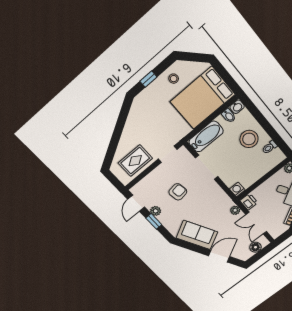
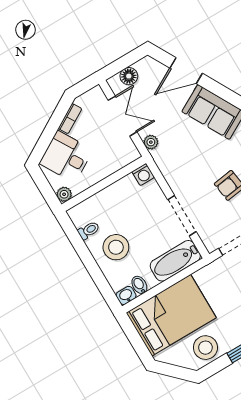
stool: (174, 79) -> (205, 348), width x1.89, depth x1.89
printer: (249, 202) -> (129, 152), removed

